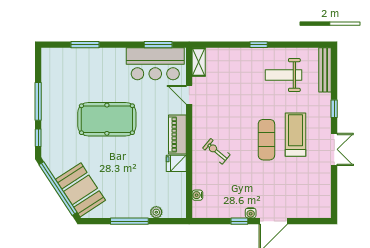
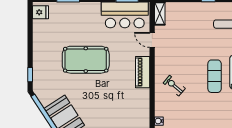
window: (38, 101) -> (30, 45), removed
fridge: (176, 163) -> (40, 12), moved, turned 180

